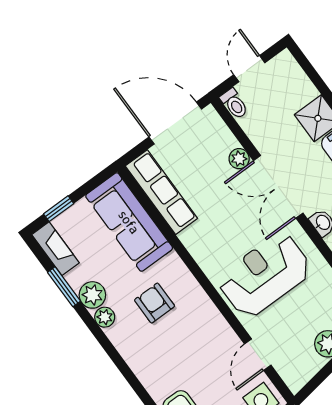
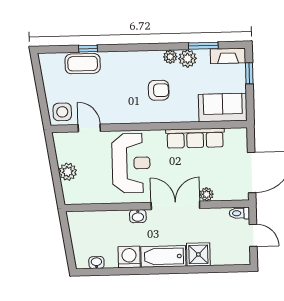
row of seats: (161, 192) -> (195, 138), moved
sofa: (129, 222) -> (223, 108), width x0.73

